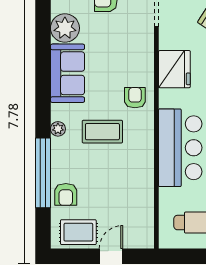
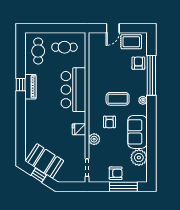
plant: (144, 60) -> (94, 139), added
fridge: (174, 69) -> (79, 129), width x0.53, depth x0.75
armchair: (135, 98) -> (110, 122), moved

